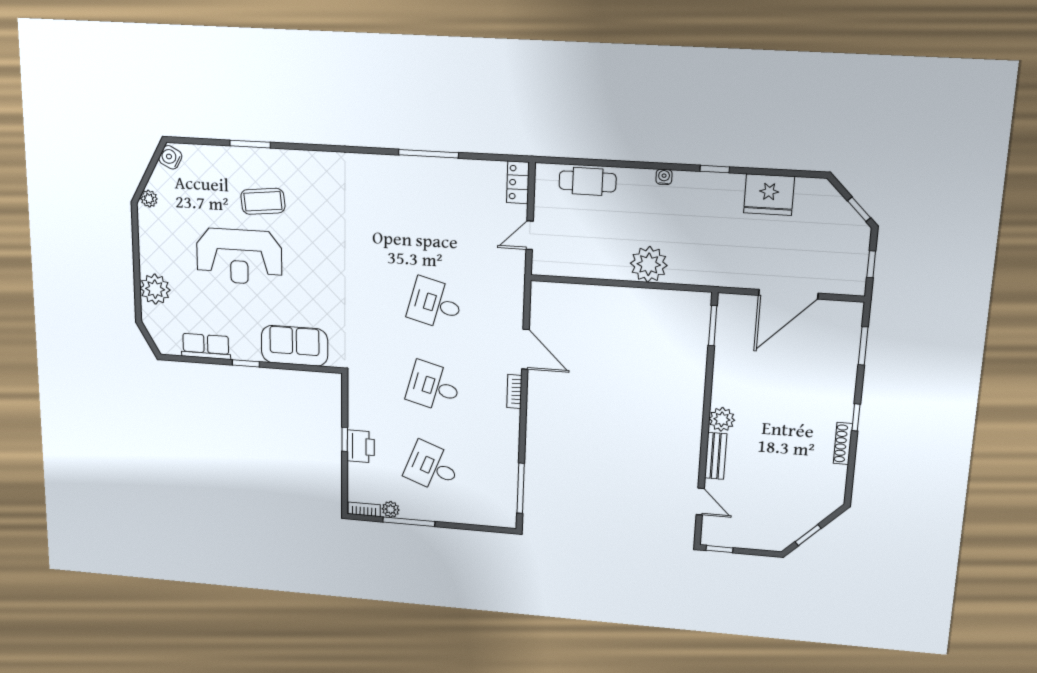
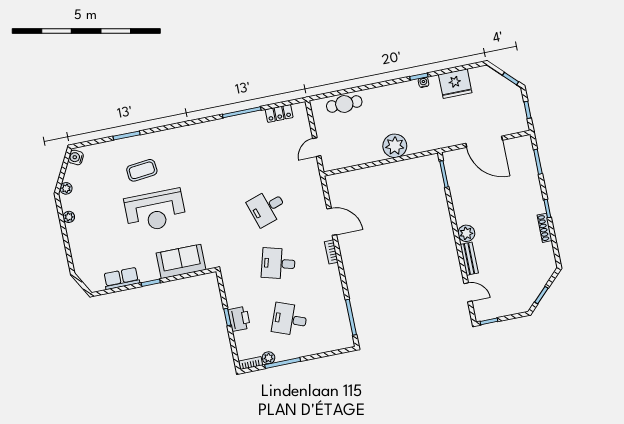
water cooler: (664, 177) -> (424, 82), moved
locker: (518, 182) -> (279, 113), moved, turned -90
reception desk: (239, 257) -> (155, 211), moved
plant: (155, 289) -> (69, 217), moved, width x0.53, depth x0.53
door: (788, 294) -> (484, 142), hinge flipped
desk: (435, 304) -> (267, 208), turned -33

